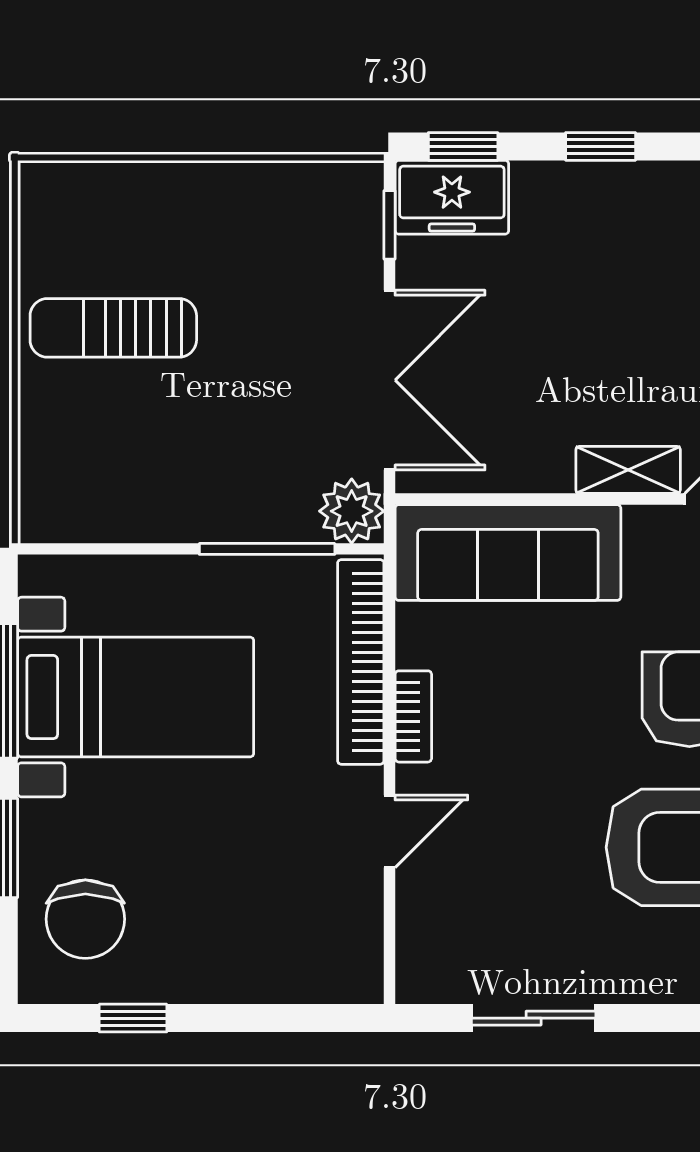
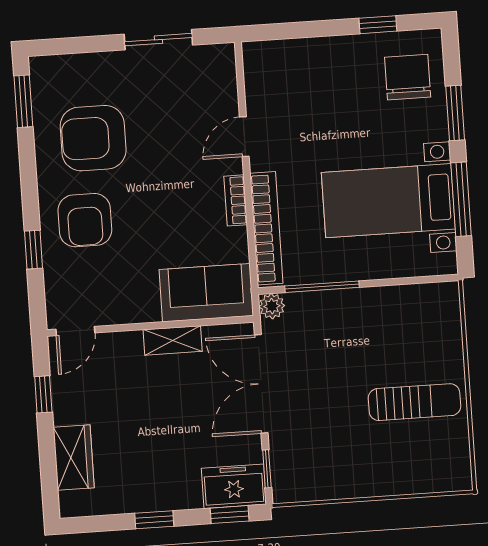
shelving: (628, 470) -> (173, 340), moved
plant: (352, 511) -> (272, 306), width x0.73, depth x0.73
sofa: (508, 552) -> (206, 293), width x0.73

